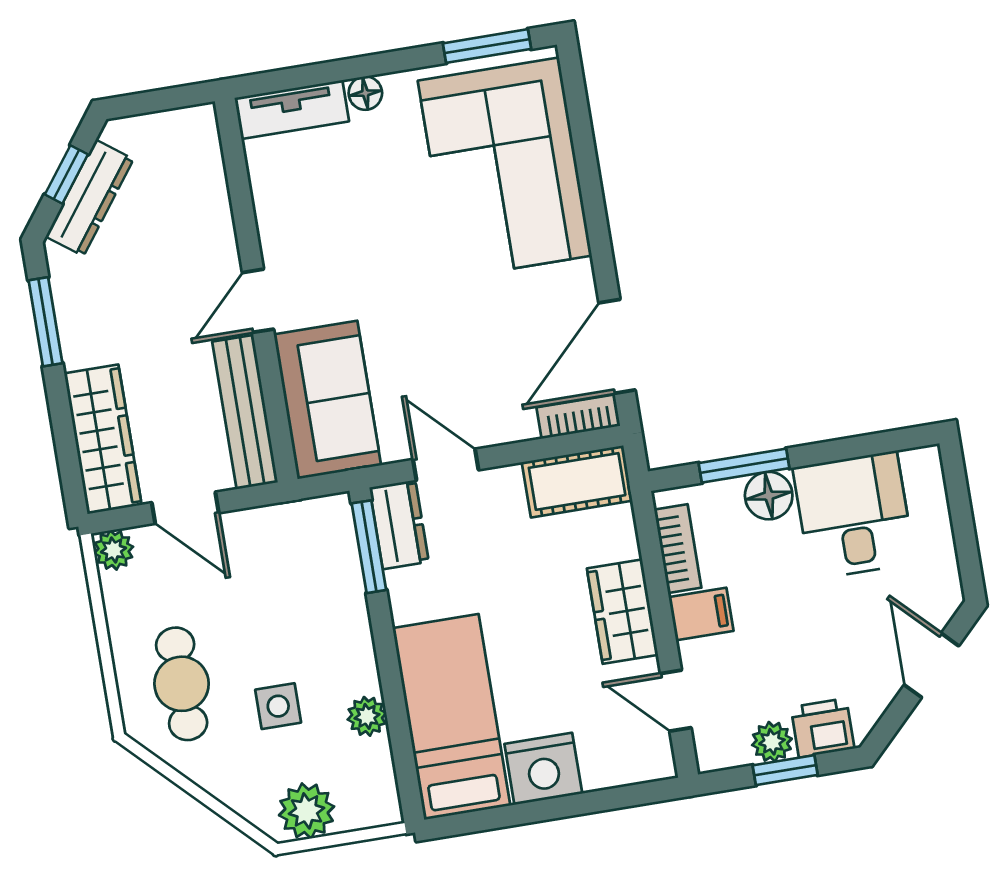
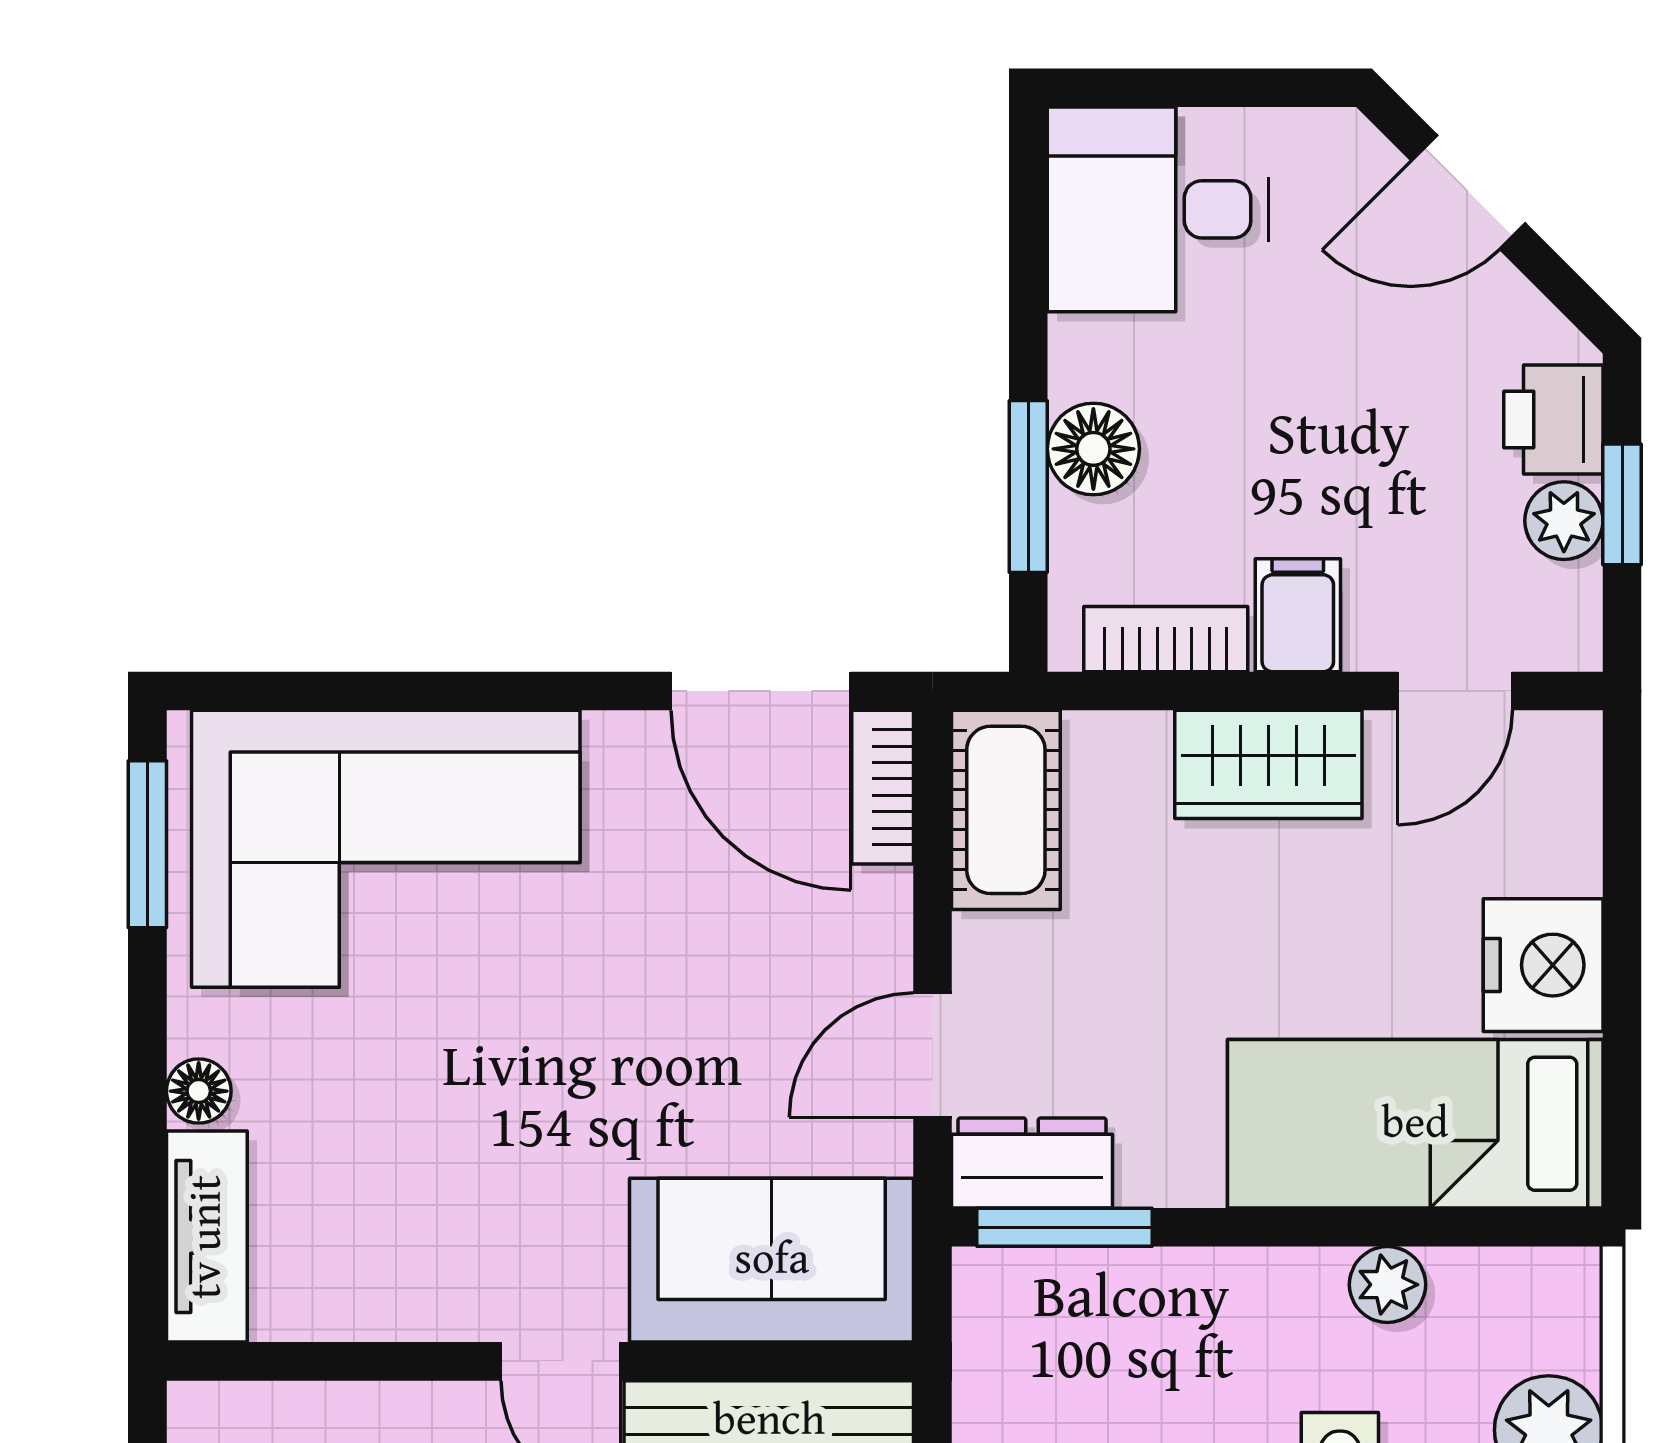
desk: (854, 515) -> (1158, 209), moved

